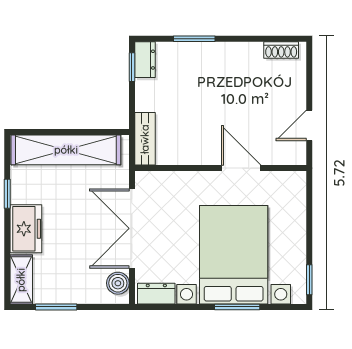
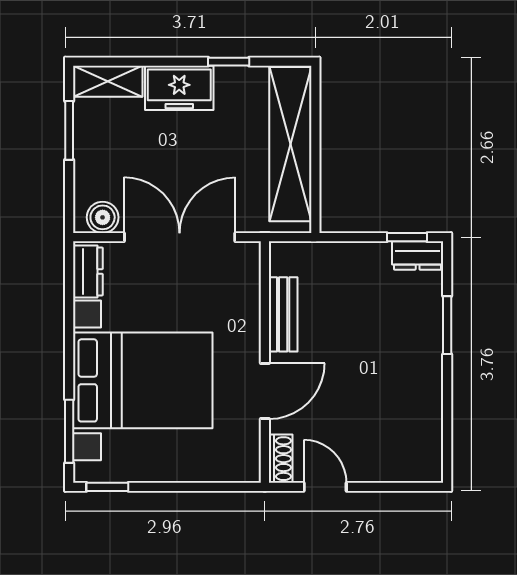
shoe rack: (281, 50) -> (281, 459), moved, turned 180
bench: (145, 139) -> (283, 314), moved, turned 90
window: (237, 307) -> (69, 431), moved

